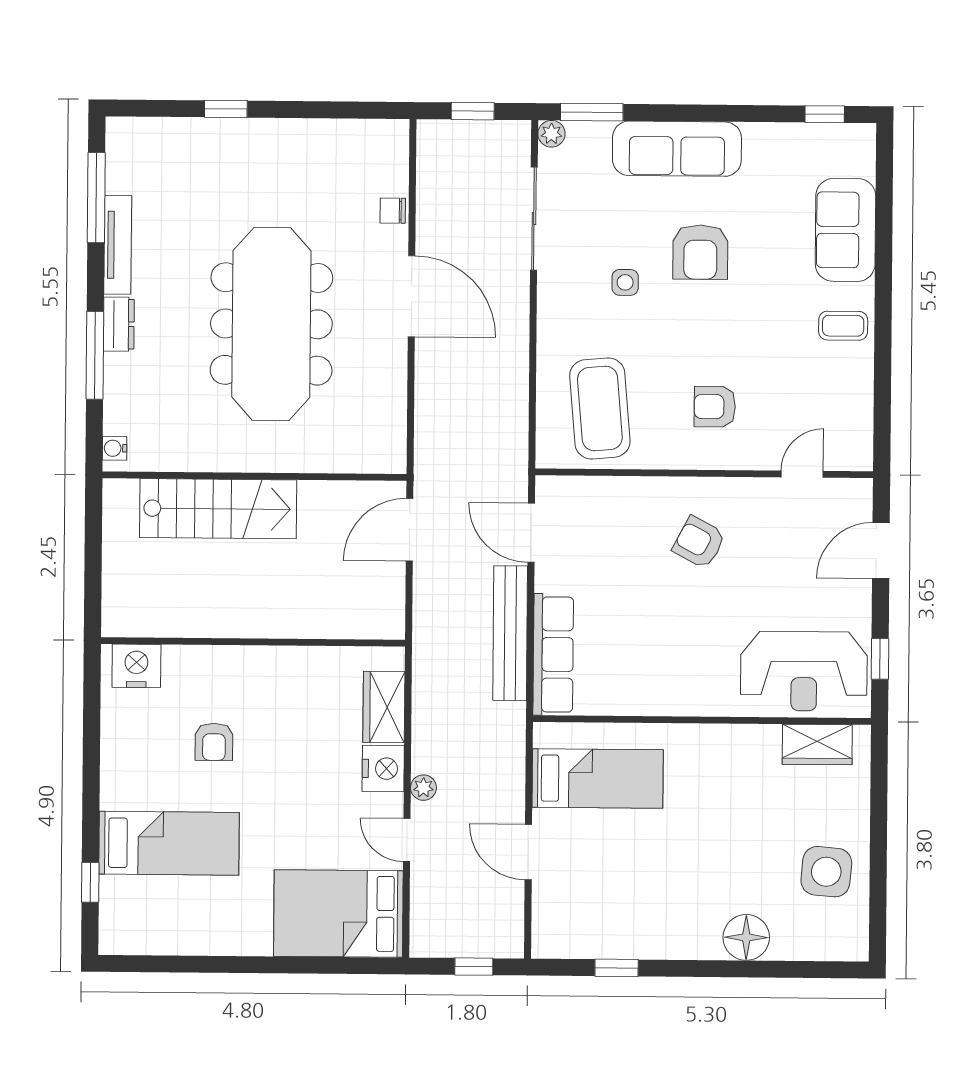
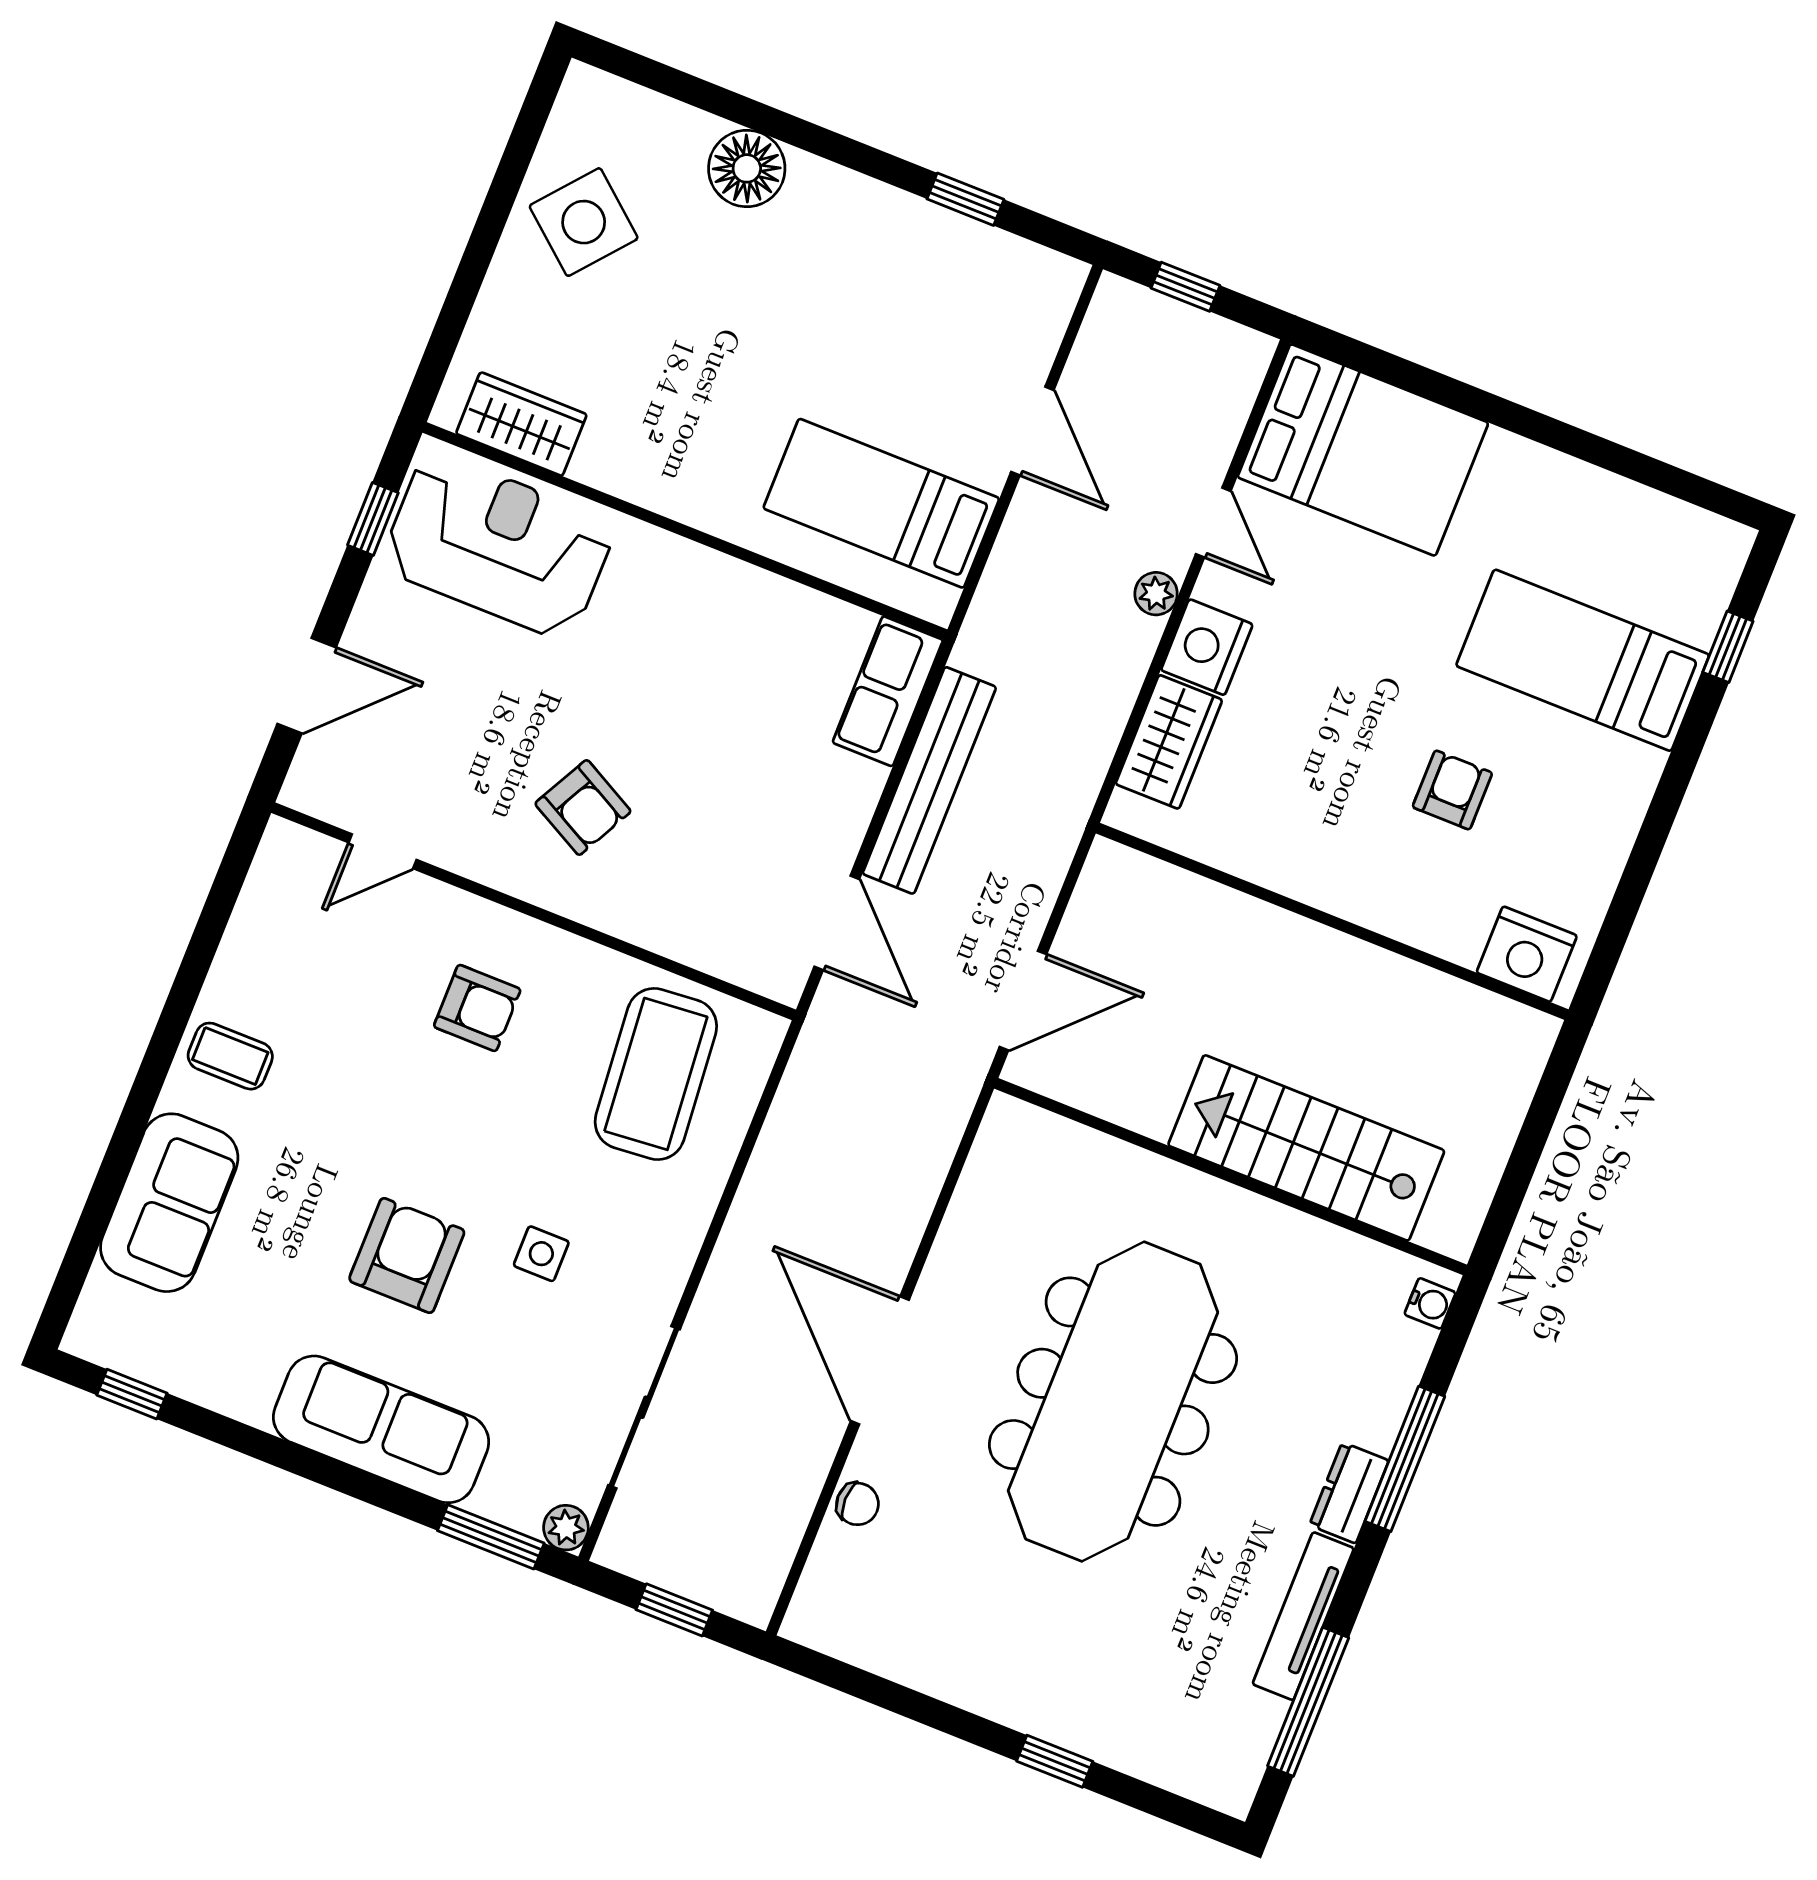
row of seats: (553, 654) -> (888, 691), width x0.68
side table: (826, 872) -> (584, 222), turned 35

